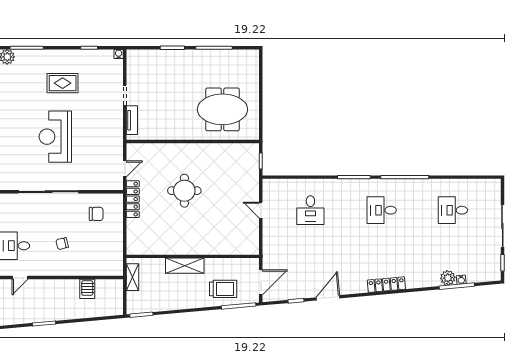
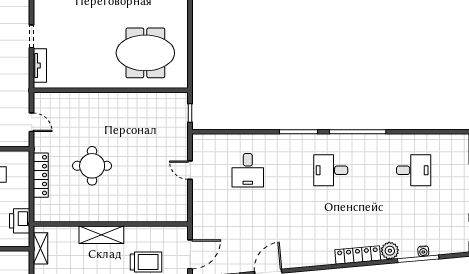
door: (125, 169) -> (32, 122), hinge flipped
round table: (184, 191) -> (92, 166), moved
locker: (133, 199) -> (41, 175), moved
desk: (453, 210) -> (414, 170), turned 180
printer: (115, 254) -> (20, 221), added
plant: (448, 278) -> (390, 251), moved
locker: (386, 285) -> (358, 255), moved

